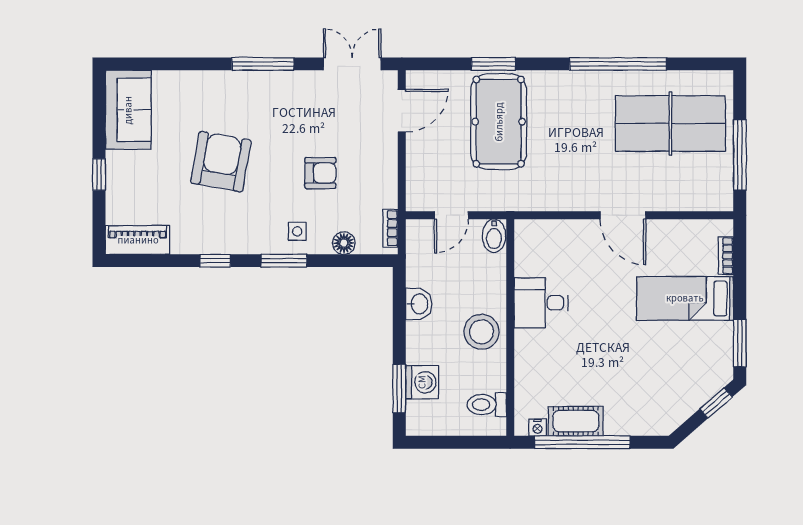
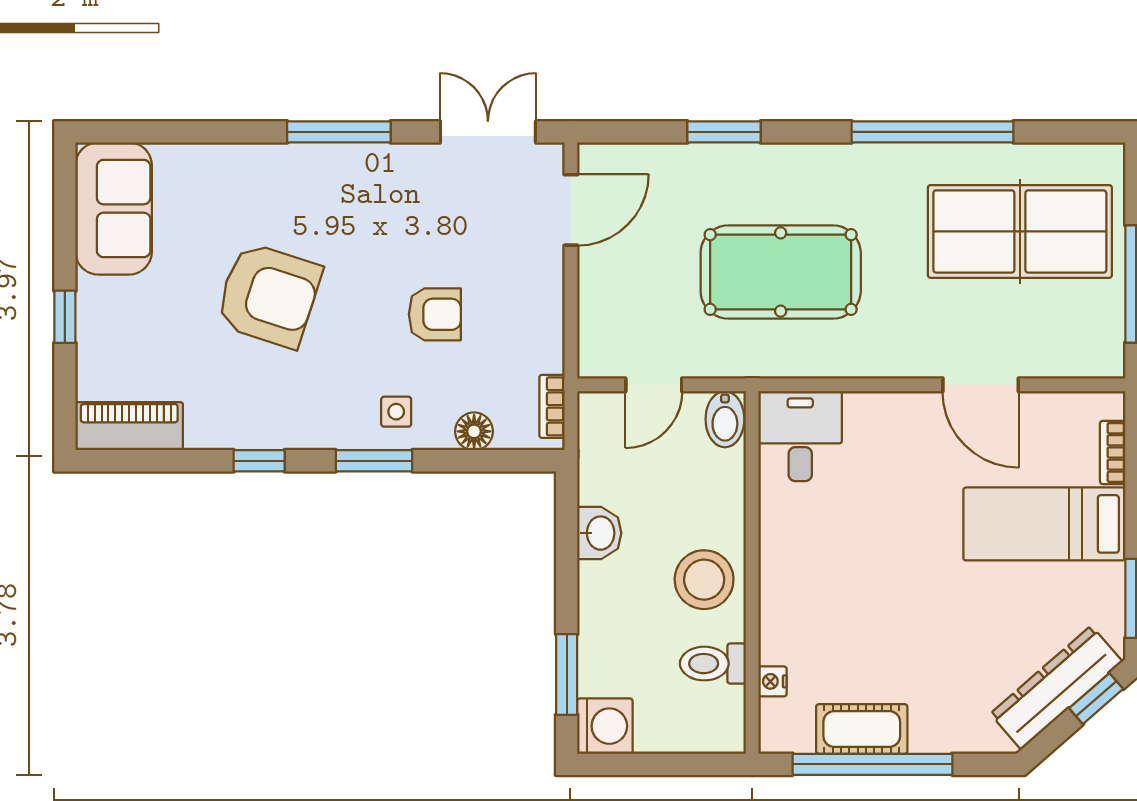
pool table: (499, 122) -> (781, 272), moved, turned 90
armchair: (221, 162) -> (269, 295), turned 98
door: (623, 215) -> (981, 385), moved
desk: (541, 303) -> (800, 436), moved, turned 90
washing machine: (422, 382) -> (605, 726), moved
dresser: (692, 396) -> (1056, 688), added
toilet: (487, 405) -> (713, 664), moved
nightstand: (538, 428) -> (773, 681), moved, turned 90

